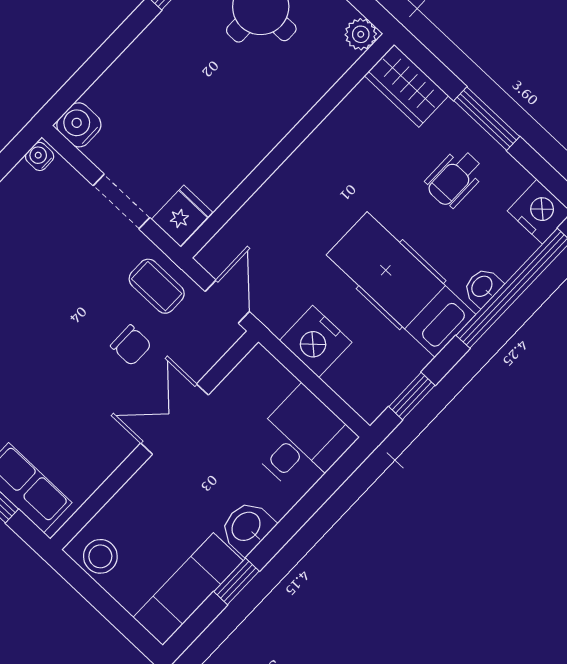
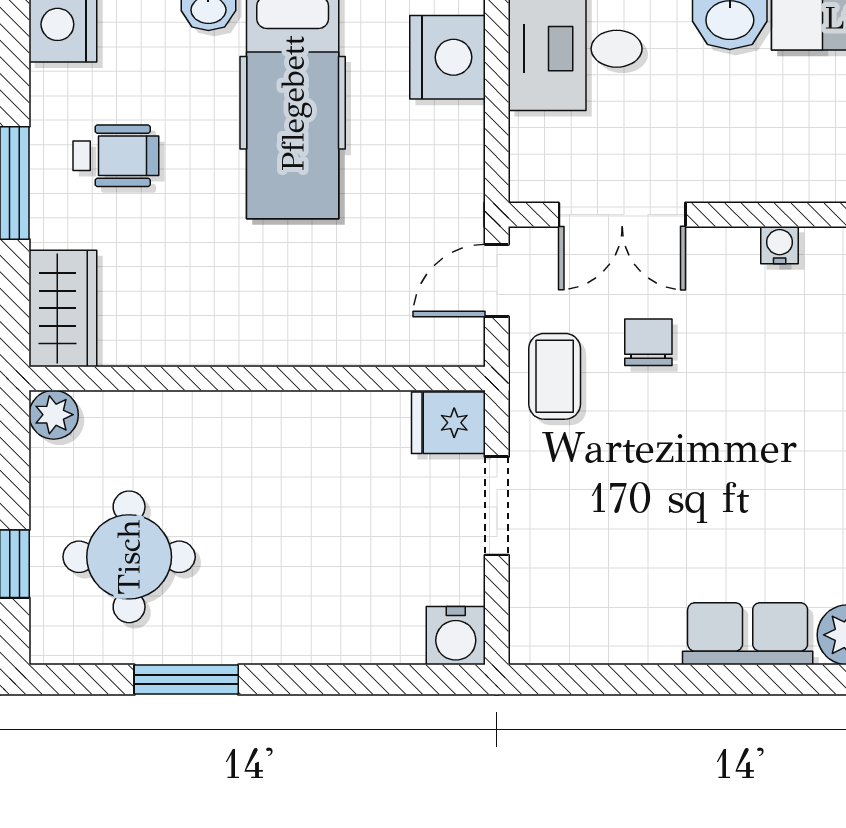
water cooler: (40, 156) -> (780, 245), moved, turned 180
nightstand: (316, 341) -> (447, 57), moved
double door: (174, 419) -> (622, 215), moved

